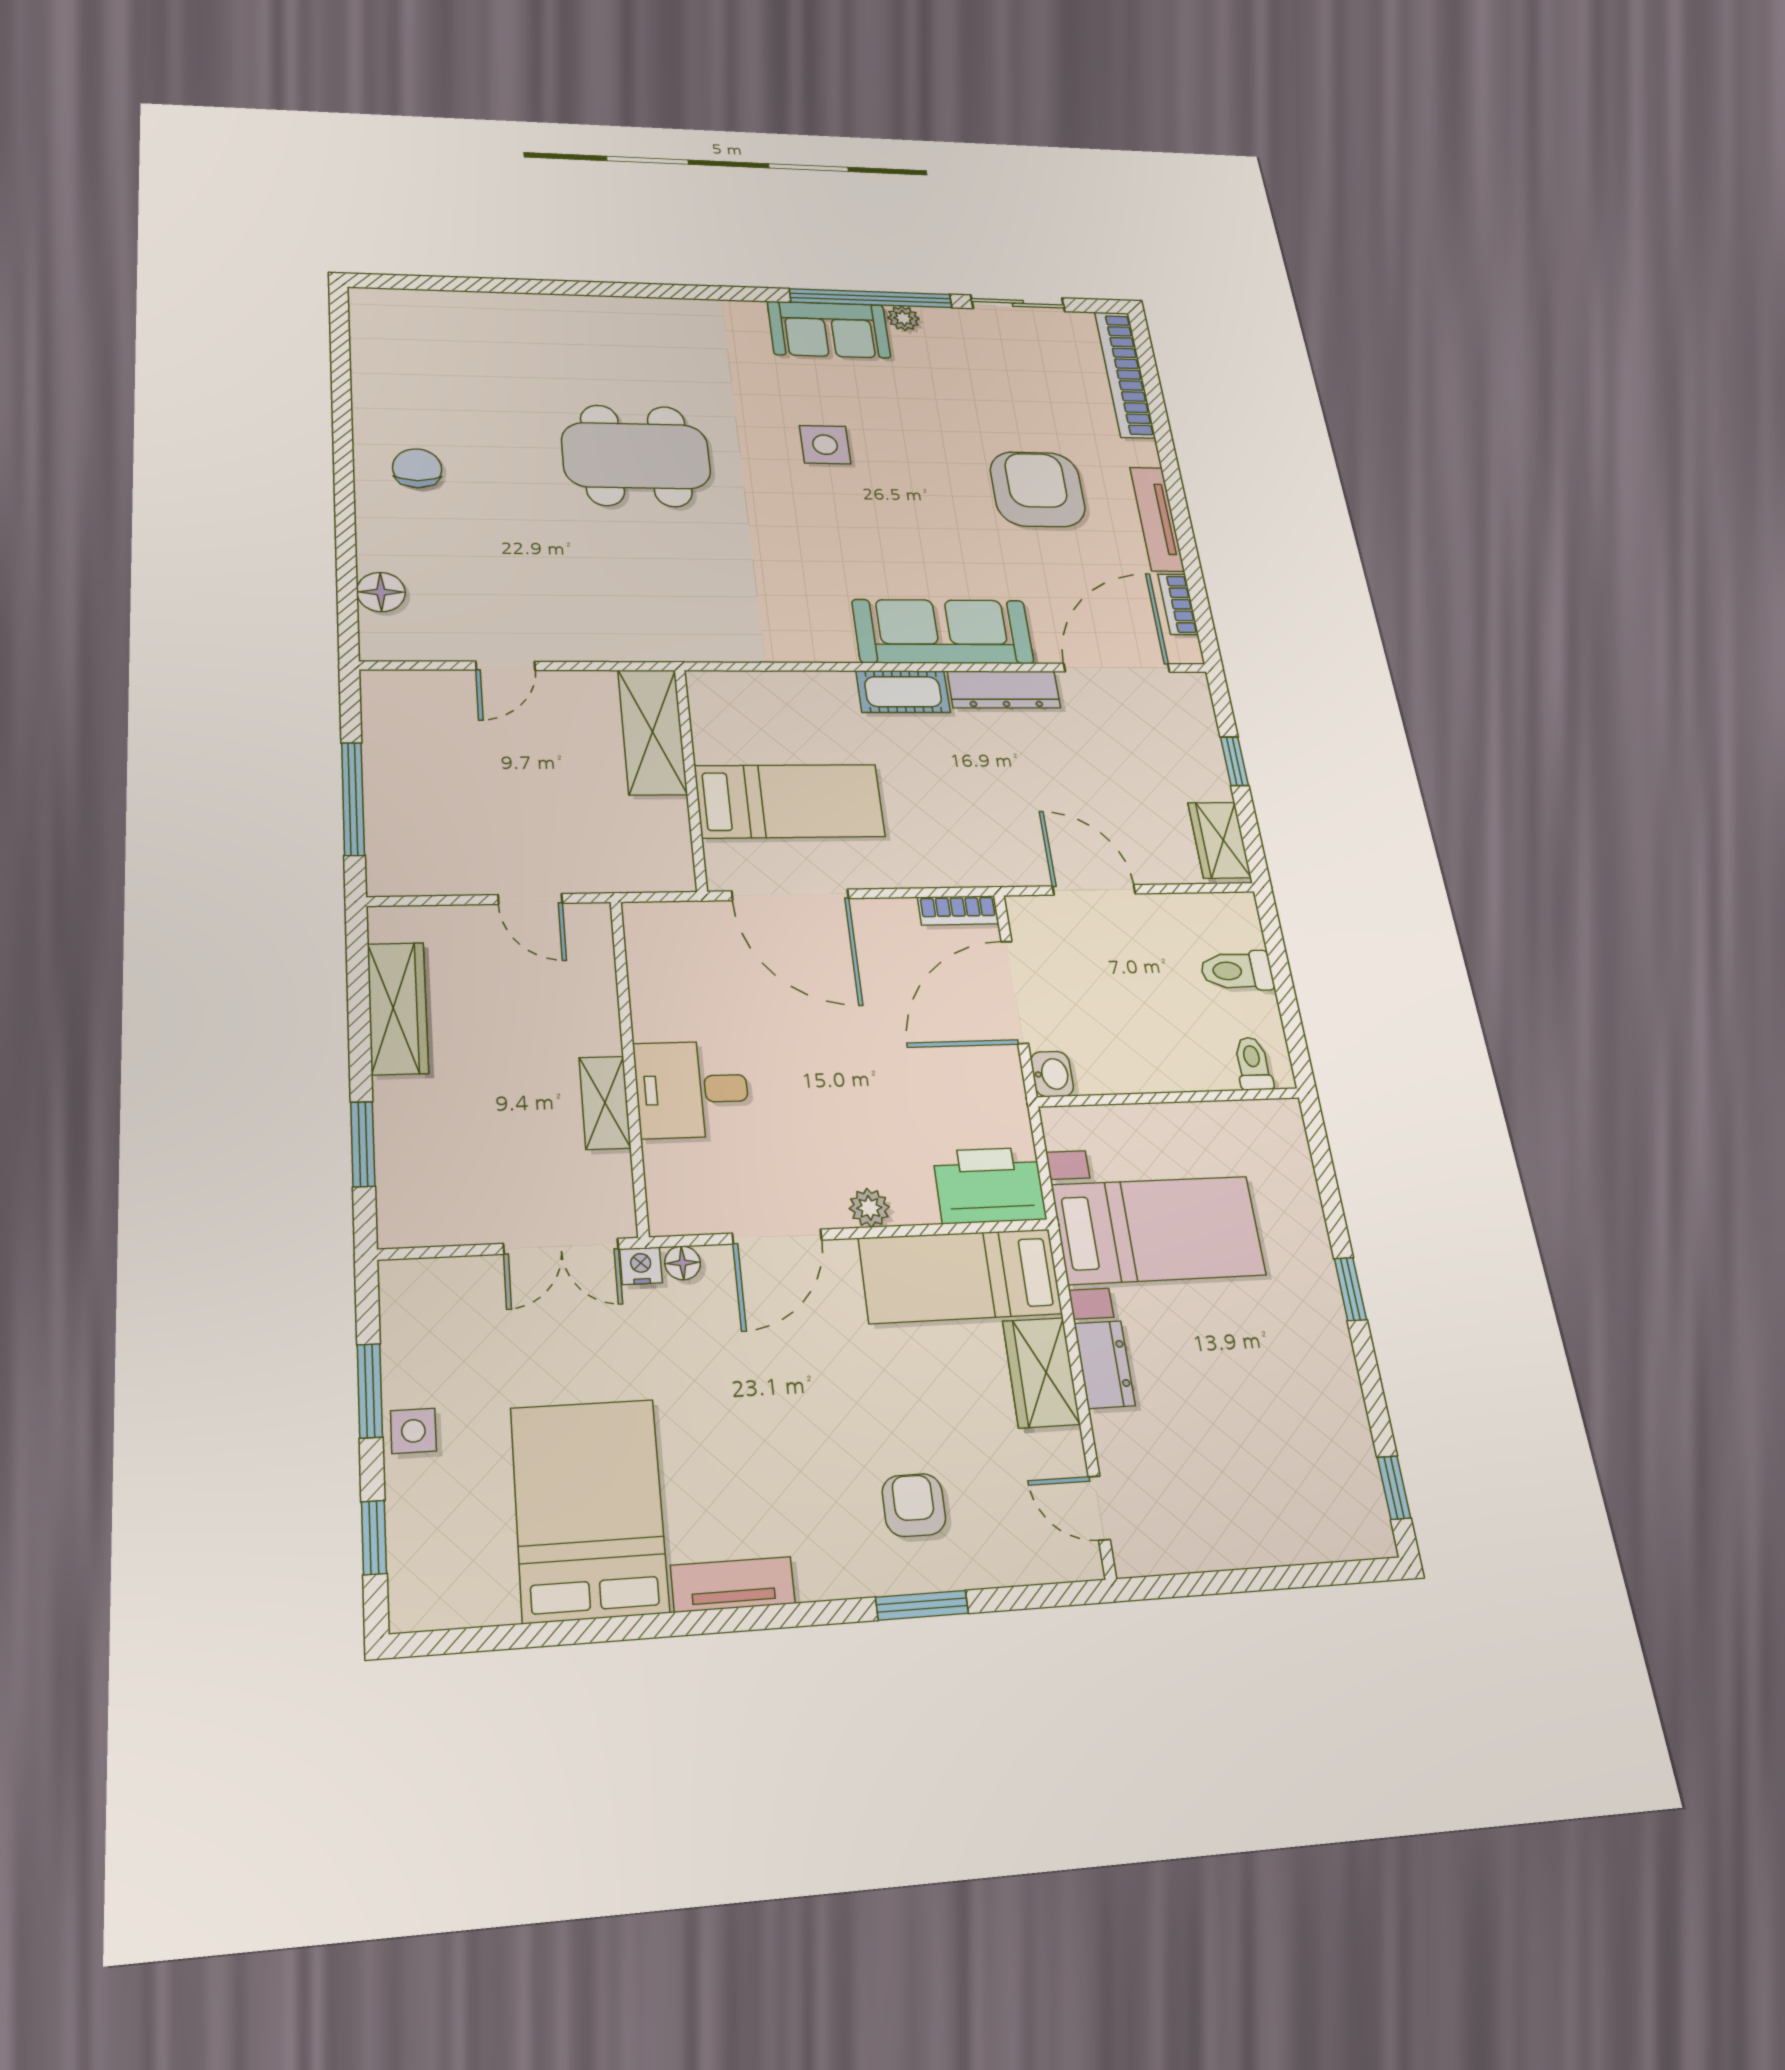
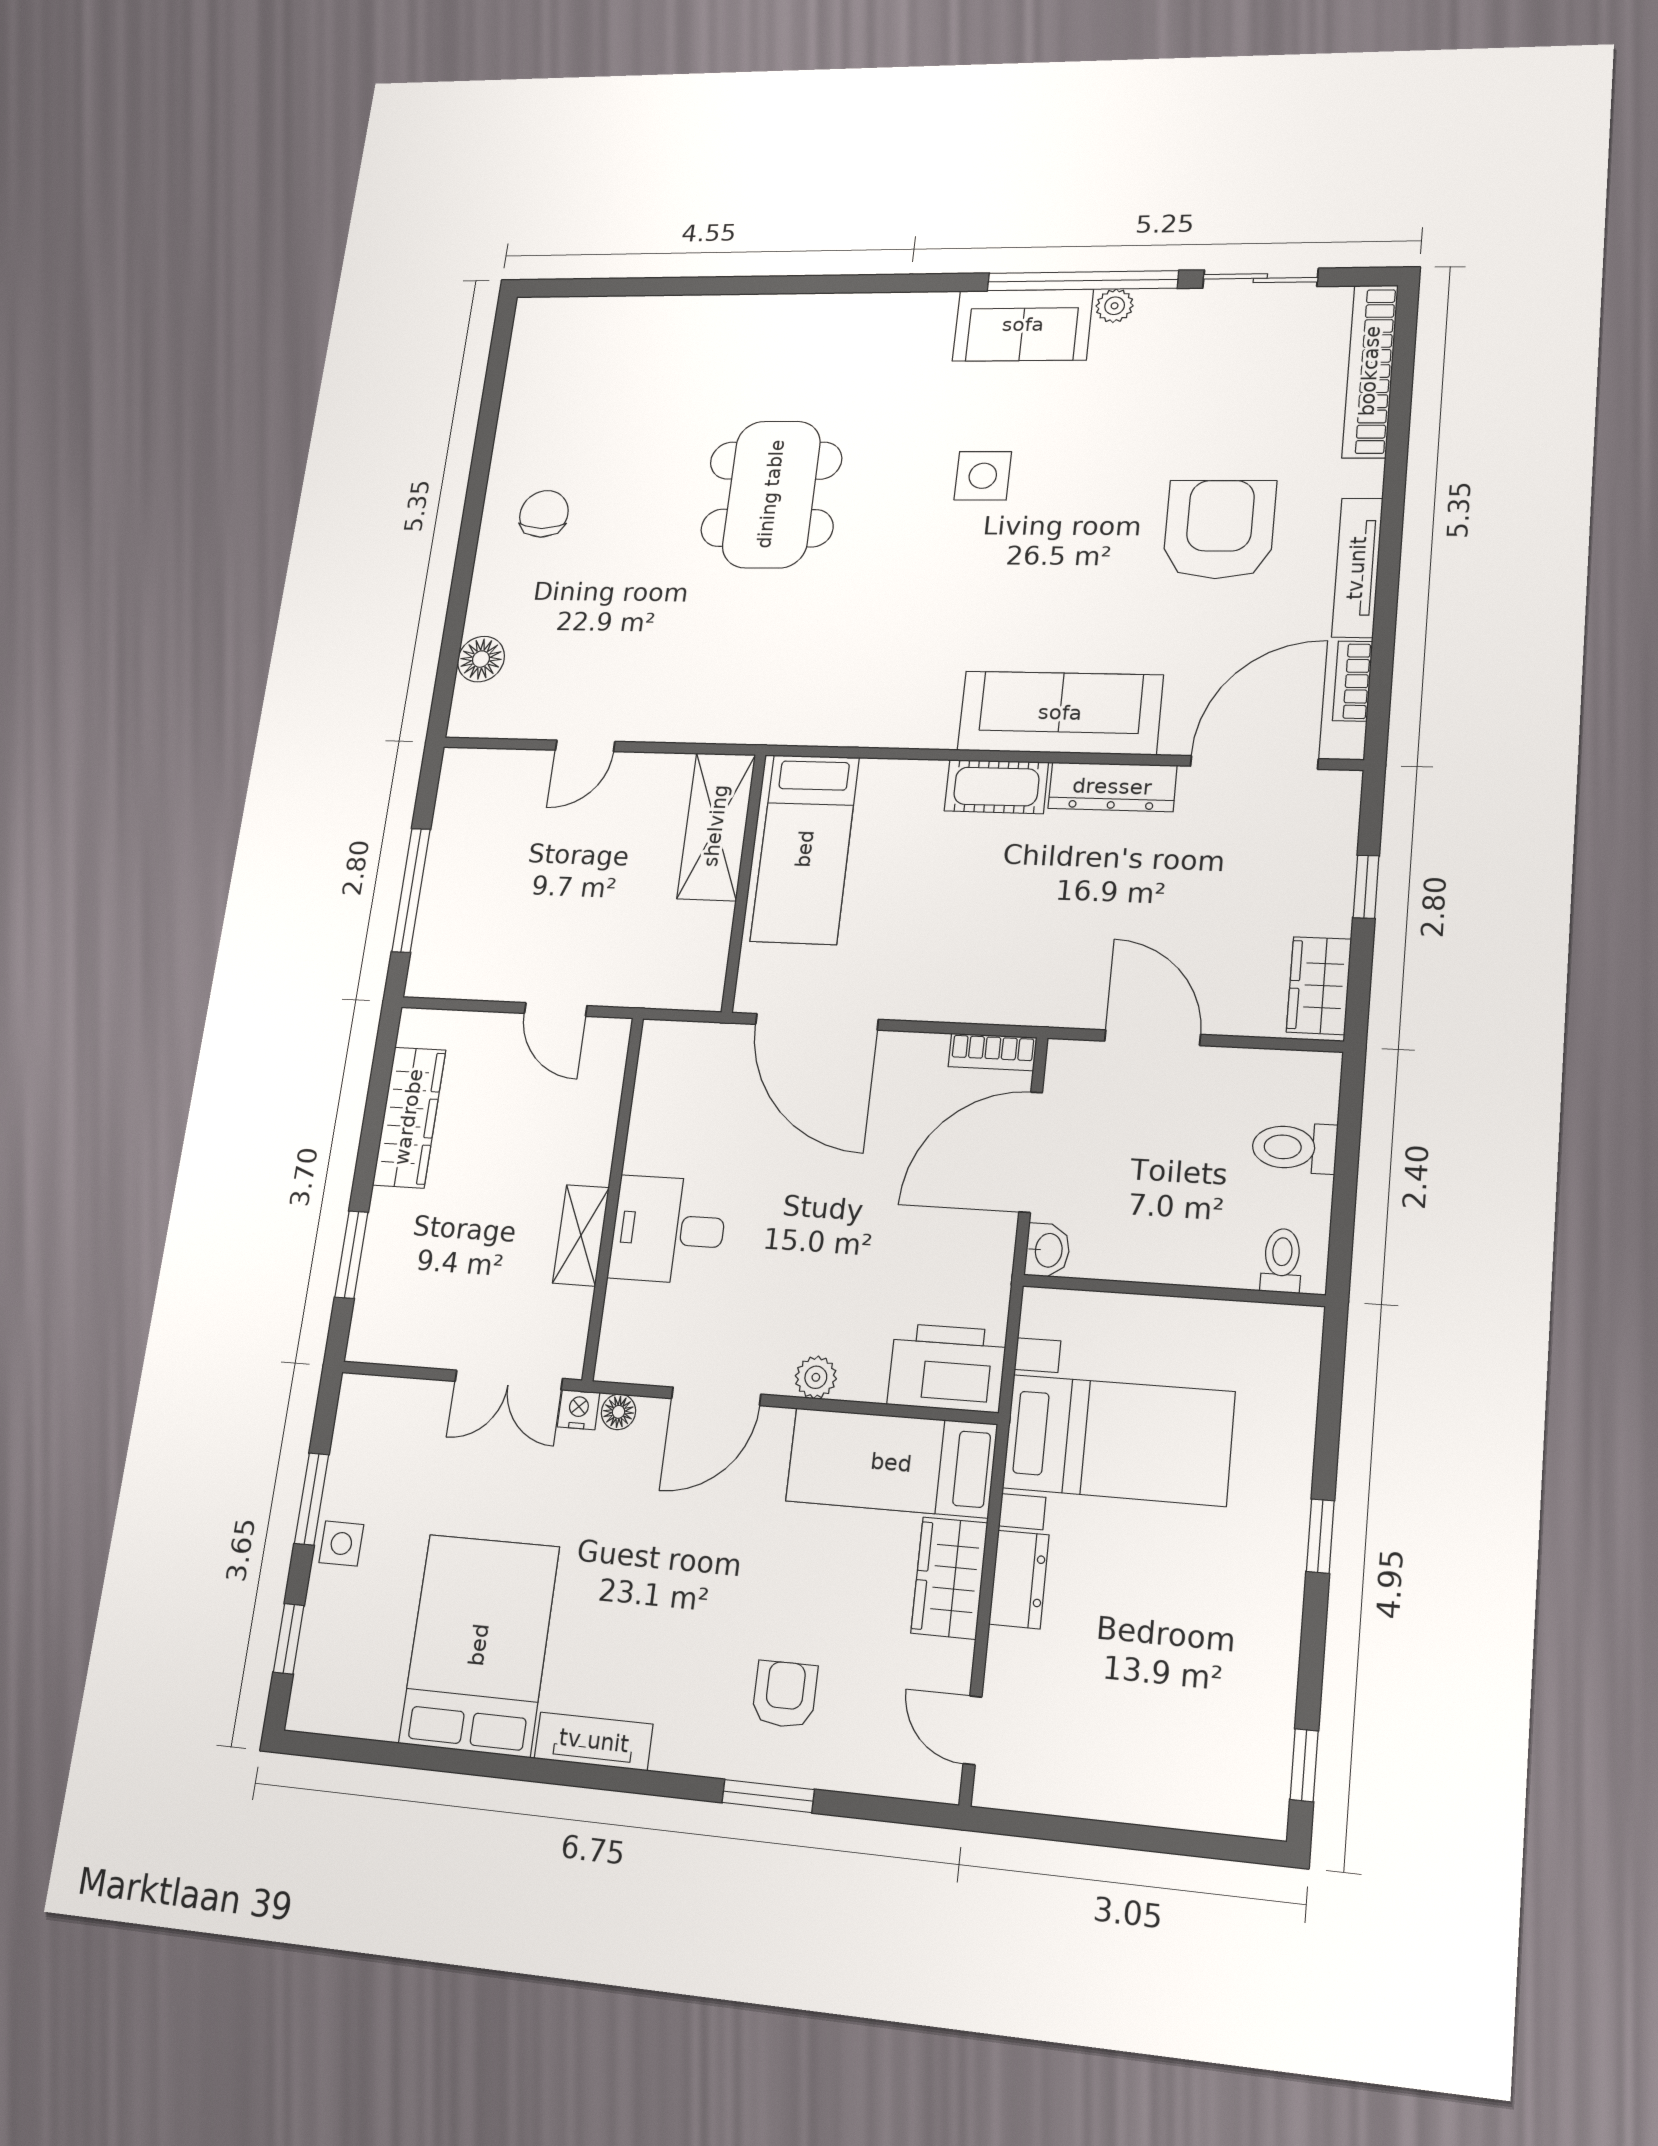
dining table: (636, 456) -> (771, 494), turned 90
bed: (790, 801) -> (805, 849), moved, turned 90

